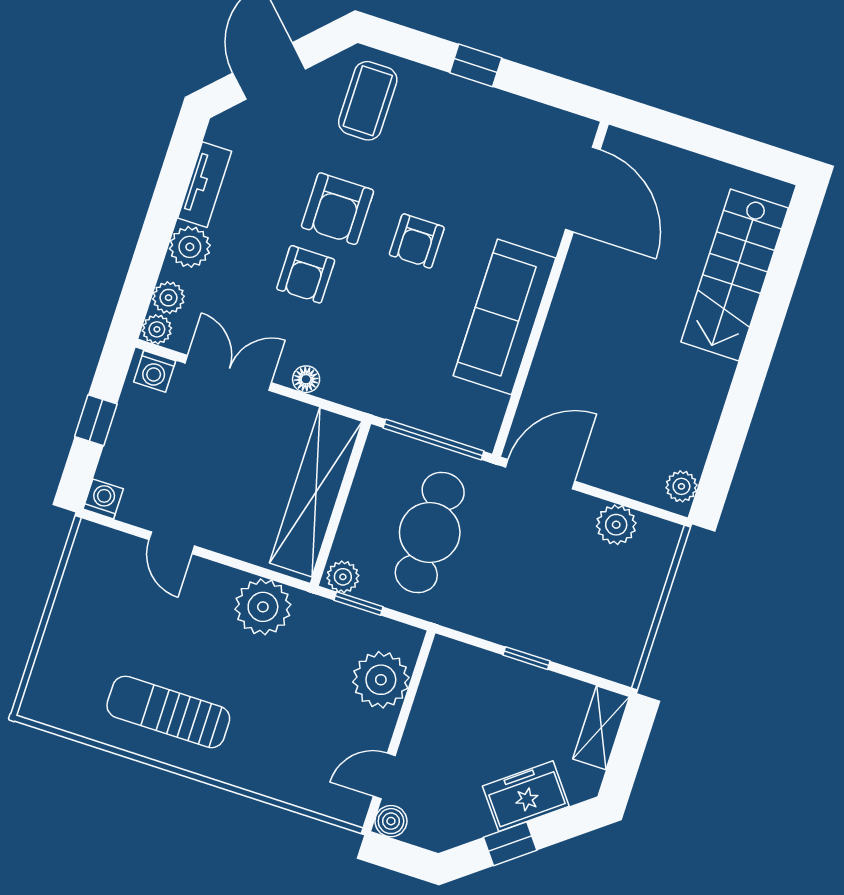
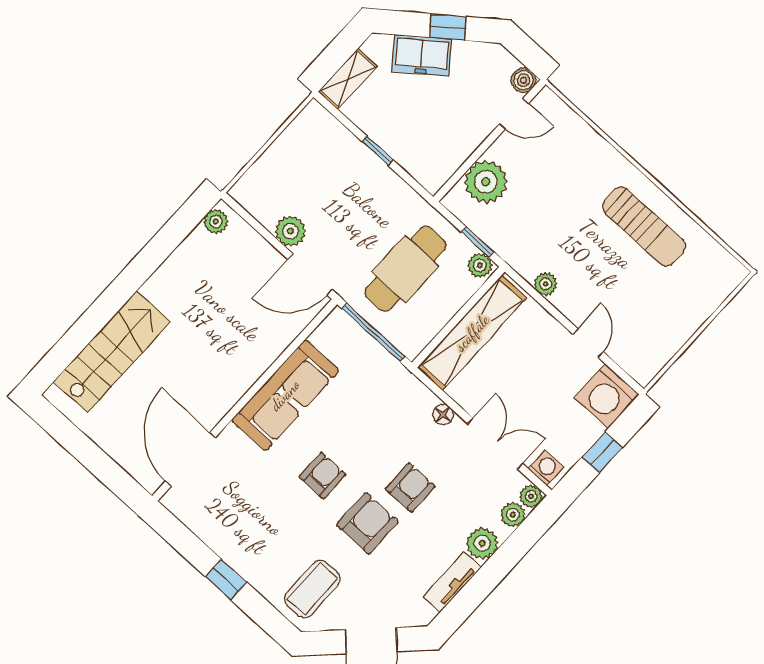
double door: (228, 373) -> (495, 444), swing flipped
washing machine: (103, 499) -> (607, 396), width x1.89, depth x1.89
plant: (616, 525) -> (290, 231), moved
plant: (263, 607) -> (546, 284), width x0.53, depth x0.53

